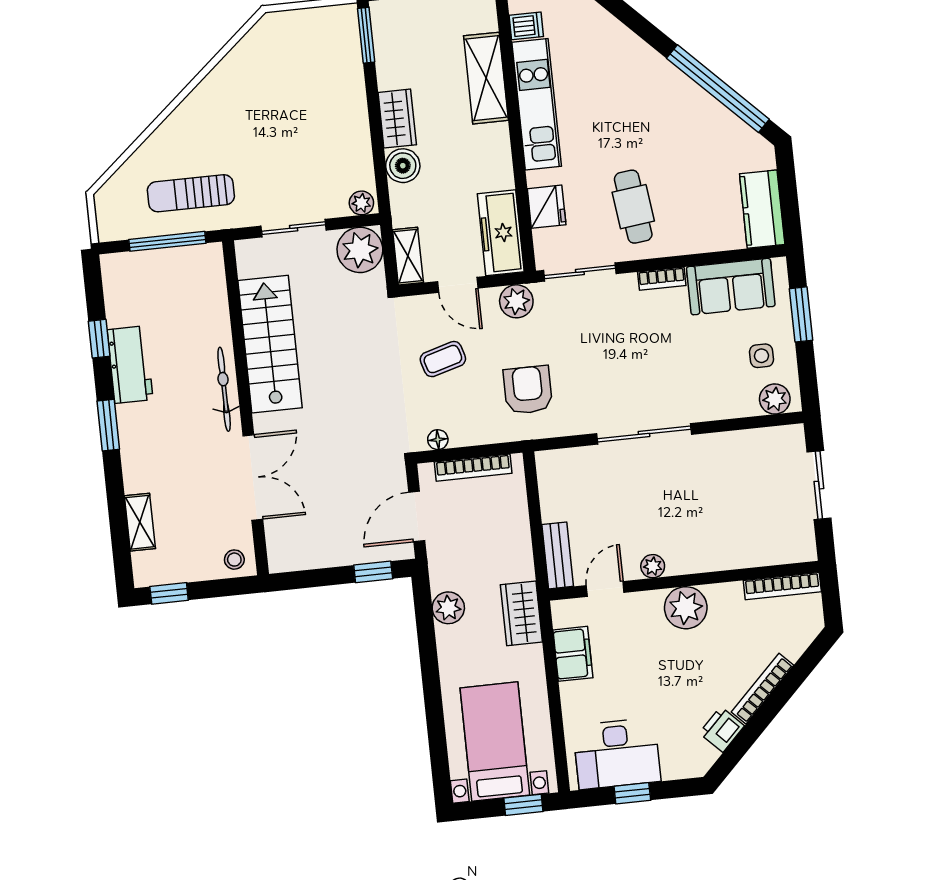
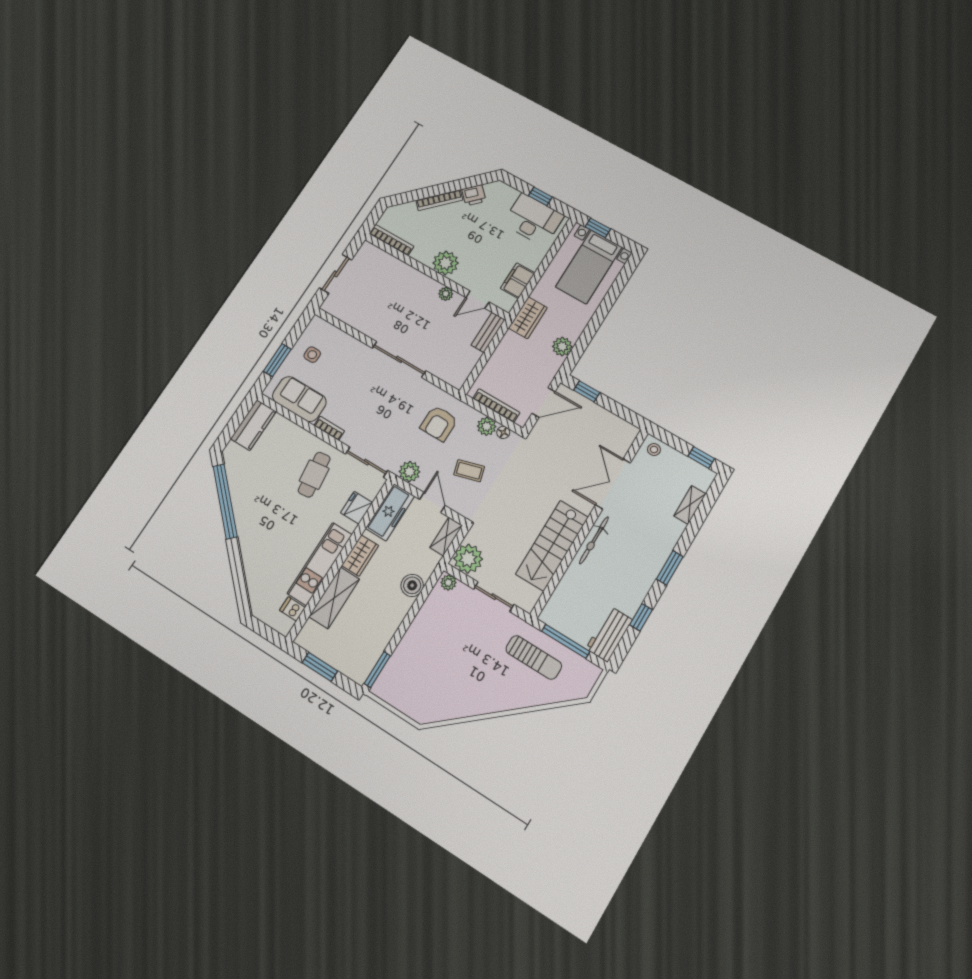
wardrobe: (397, 119) -> (360, 556), moved, turned 180
workbench: (130, 365) -> (609, 634), moved
plant: (775, 399) -> (487, 426), moved

